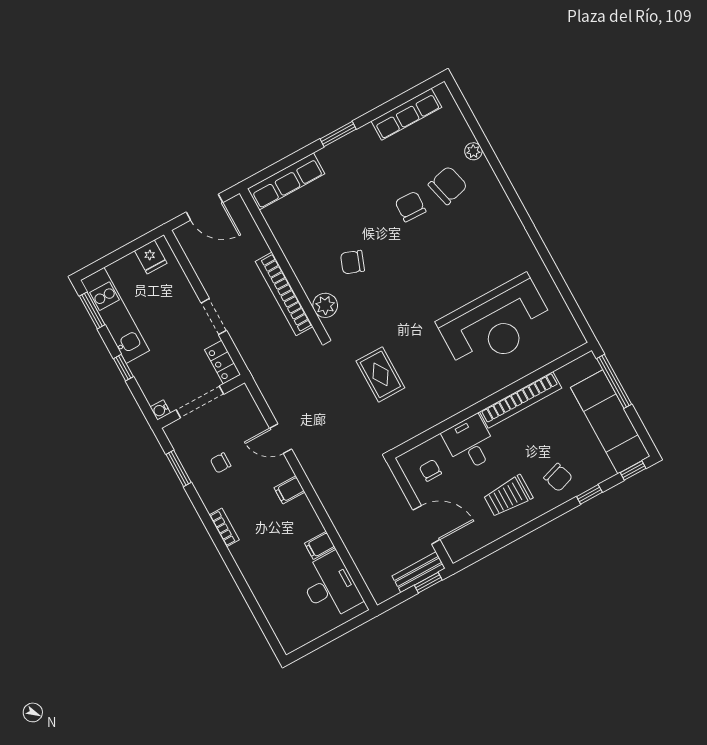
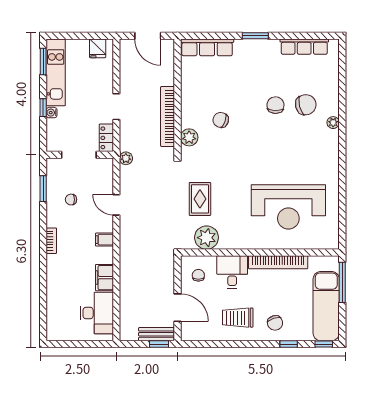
plant: (473, 151) -> (333, 123), moved
plant: (261, 374) -> (126, 158), added
water cooler: (160, 410) -> (52, 113), moved
plant: (415, 418) -> (206, 238), added
filing cabinet: (320, 545) -> (104, 278), width x2.00

